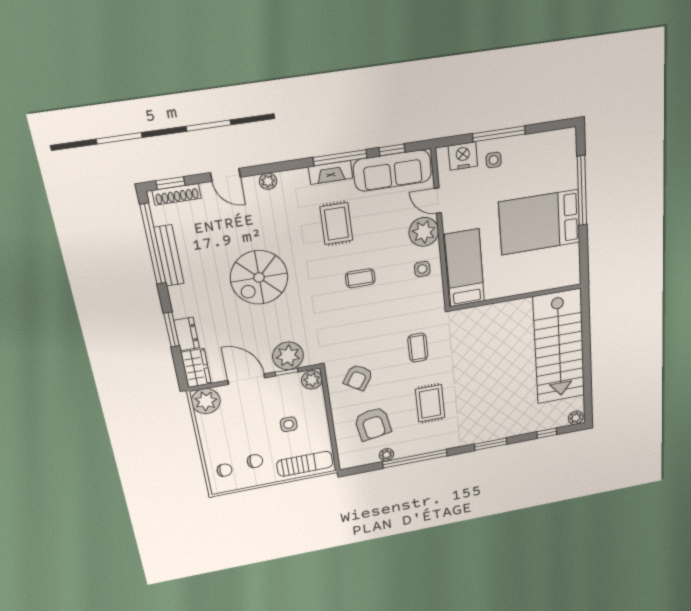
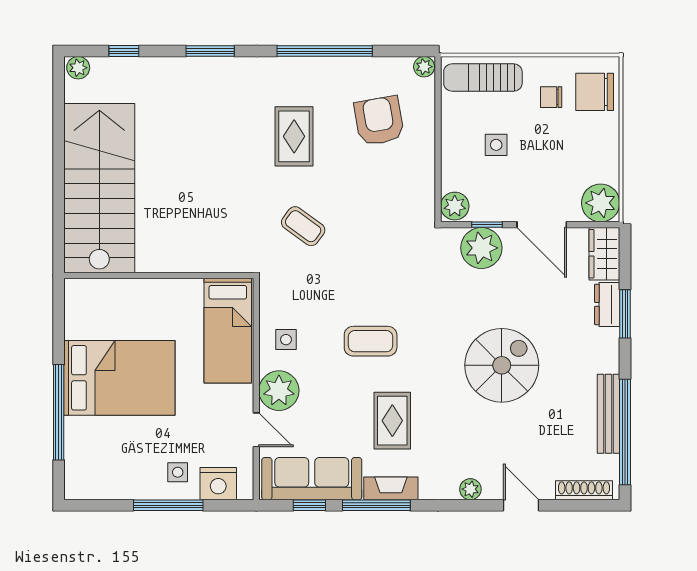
window: (170, 183) -> (589, 505), removed
coffee table: (360, 278) -> (371, 341), width x1.36, depth x1.30
coffee table: (418, 348) -> (303, 226), turned -54
armchair: (358, 377) -> (391, 197), removed
plant: (386, 455) -> (424, 67), moved
chair: (225, 470) -> (595, 92), width x1.87, depth x1.87

